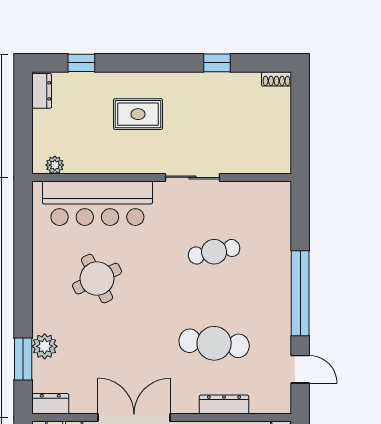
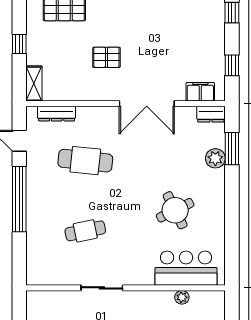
plant: (55, 165) -> (182, 297), moved
bar counter: (97, 203) -> (186, 268), width x0.73
dresser: (224, 405) -> (57, 114), moved

